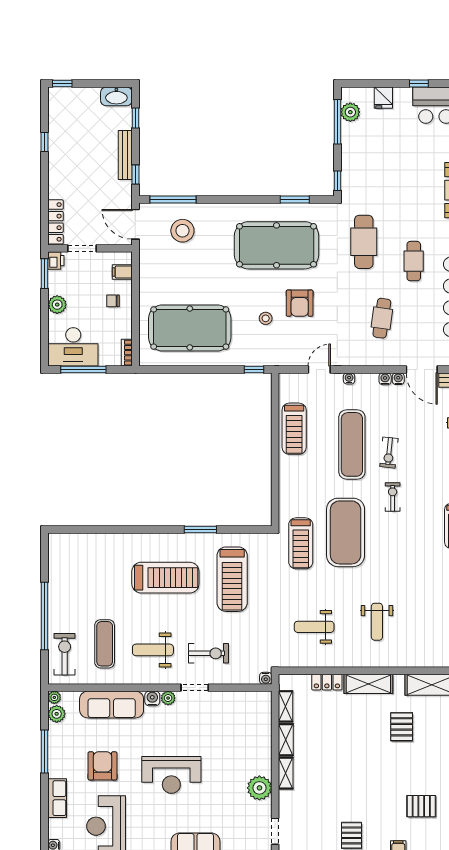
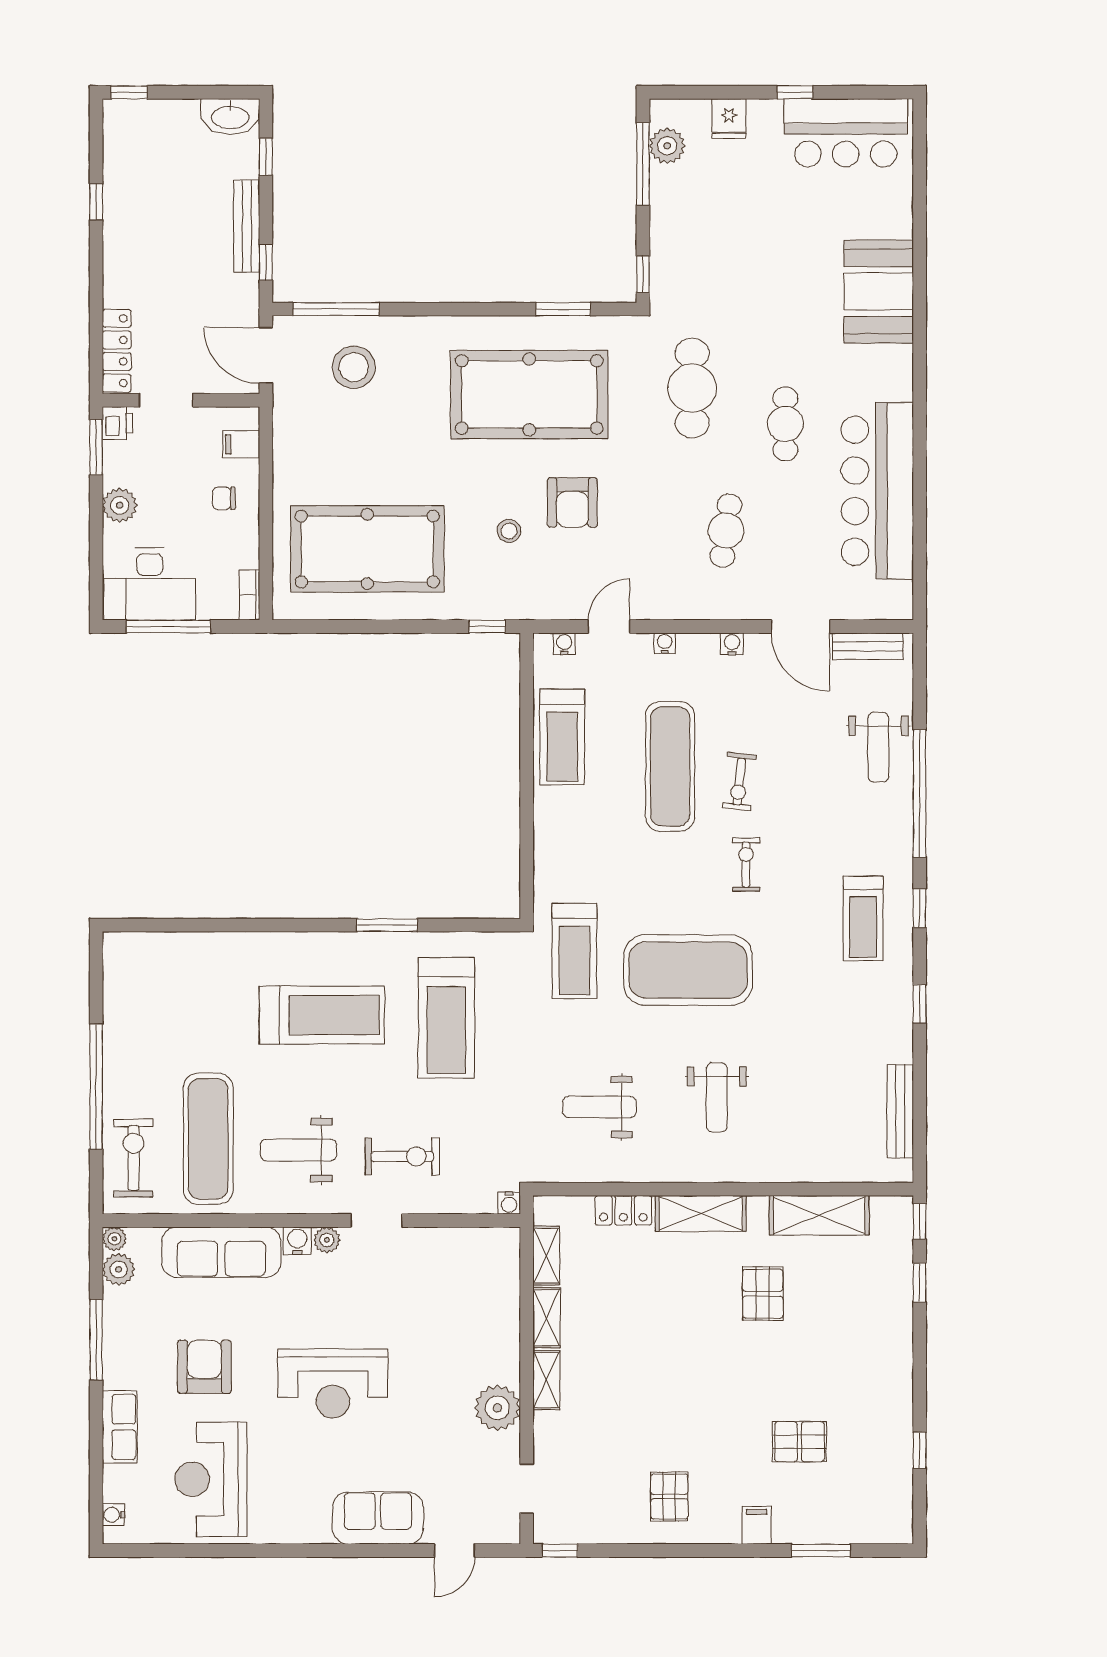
water cooler: (398, 379) -> (564, 644), moved
exercise mat: (346, 532) -> (688, 970), moved, turned 90
exercise mat: (105, 644) -> (208, 1139), width x1.36, depth x1.45

